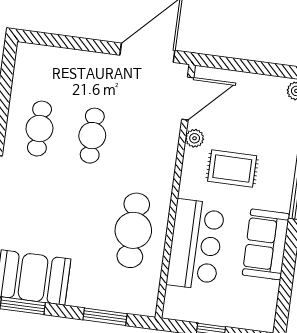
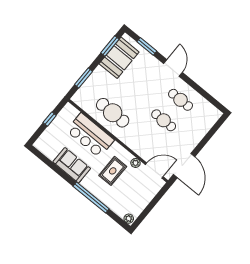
door: (188, 98) -> (154, 171), swing flipped

